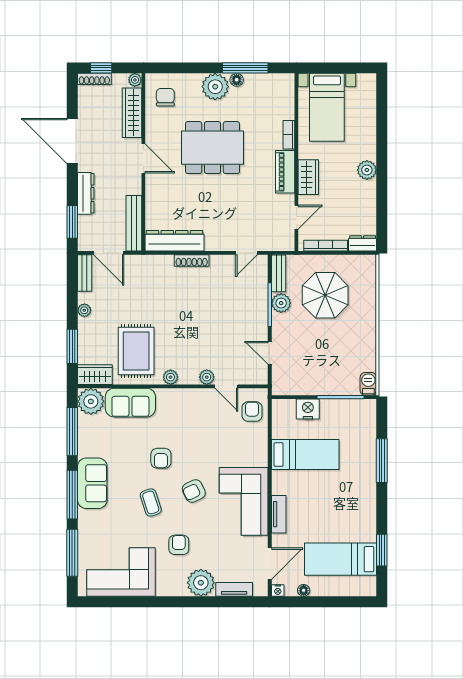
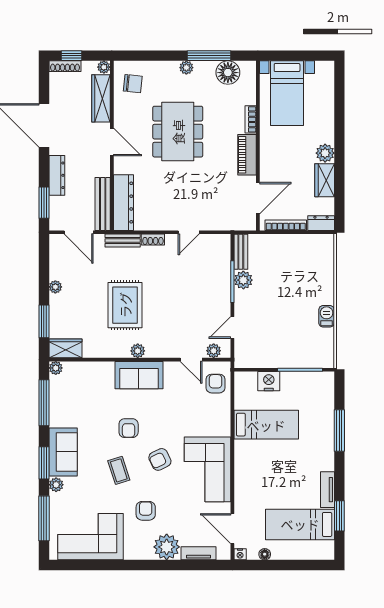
floor lamp: (237, 80) -> (228, 73), moved, width x1.89, depth x1.89
plant: (215, 87) -> (186, 68), width x0.53, depth x0.53
chair: (165, 97) -> (133, 84), turned 96
dining table: (212, 148) -> (178, 132), turned 90
wardrobe: (308, 177) -> (325, 180), moved, turned 180
door: (296, 217) -> (258, 198), width x1.38
dresser: (174, 241) -> (124, 203), moved, turned 90
door: (246, 253) -> (189, 232), moved
shoe rack: (192, 261) -> (153, 240), width x0.70
bench: (85, 273) -> (123, 241), moved, turned 90
parasol: (325, 295) -> (285, 273), removed
rug: (136, 351) -> (125, 305), moved
door: (270, 353) -> (232, 327), hinge flipped
plant: (207, 377) -> (214, 351), moved
barbecue: (368, 384) -> (327, 316), moved
plant: (91, 401) -> (56, 368), width x0.53, depth x0.53
sofa: (130, 403) -> (139, 375), moved
window: (72, 495) -> (44, 463), width x0.69
tv unit: (279, 514) -> (327, 490), moved, turned 180
plant: (85, 518) -> (56, 485), added
door: (270, 564) -> (232, 529), swing flipped

